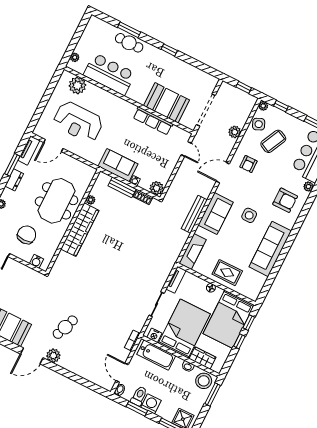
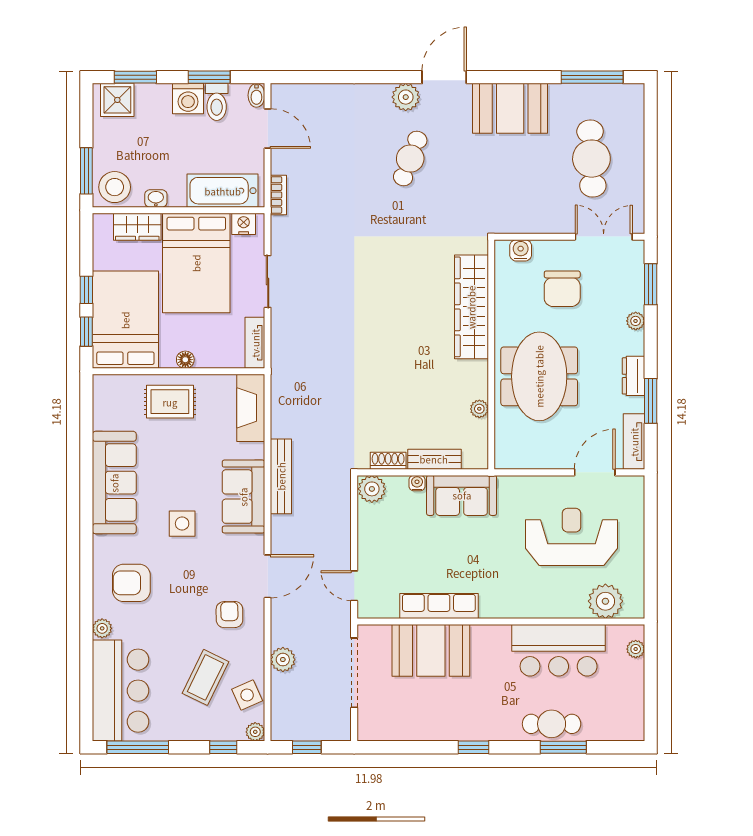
wardrobe: (80, 230) -> (471, 307), moved

